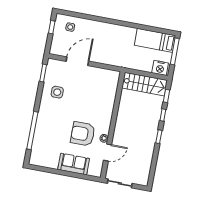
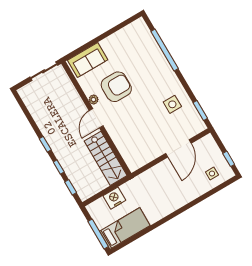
nightstand: (160, 68) -> (114, 198), moved
stairs: (145, 84) -> (106, 158), moved, turned -90
door: (107, 153) -> (96, 118), moved
sofa: (74, 164) -> (88, 60), moved

